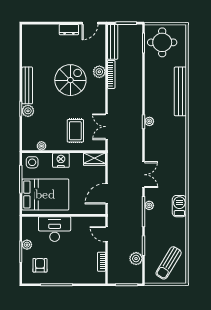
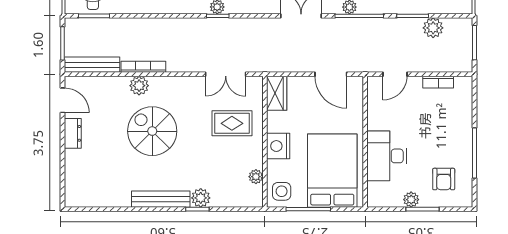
armchair: (40, 265) -> (444, 179), turned -90

